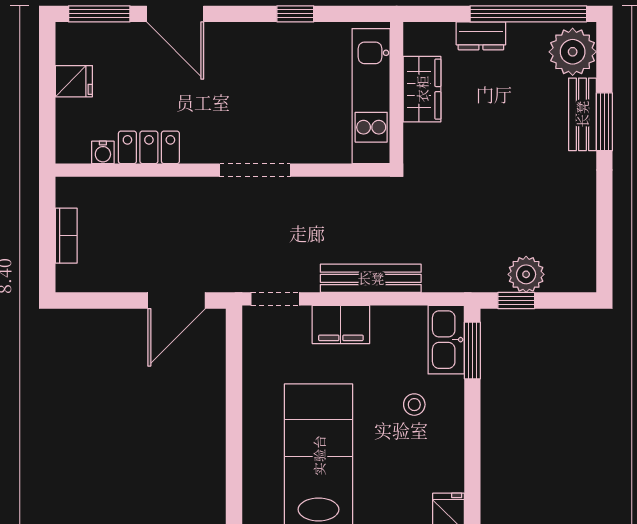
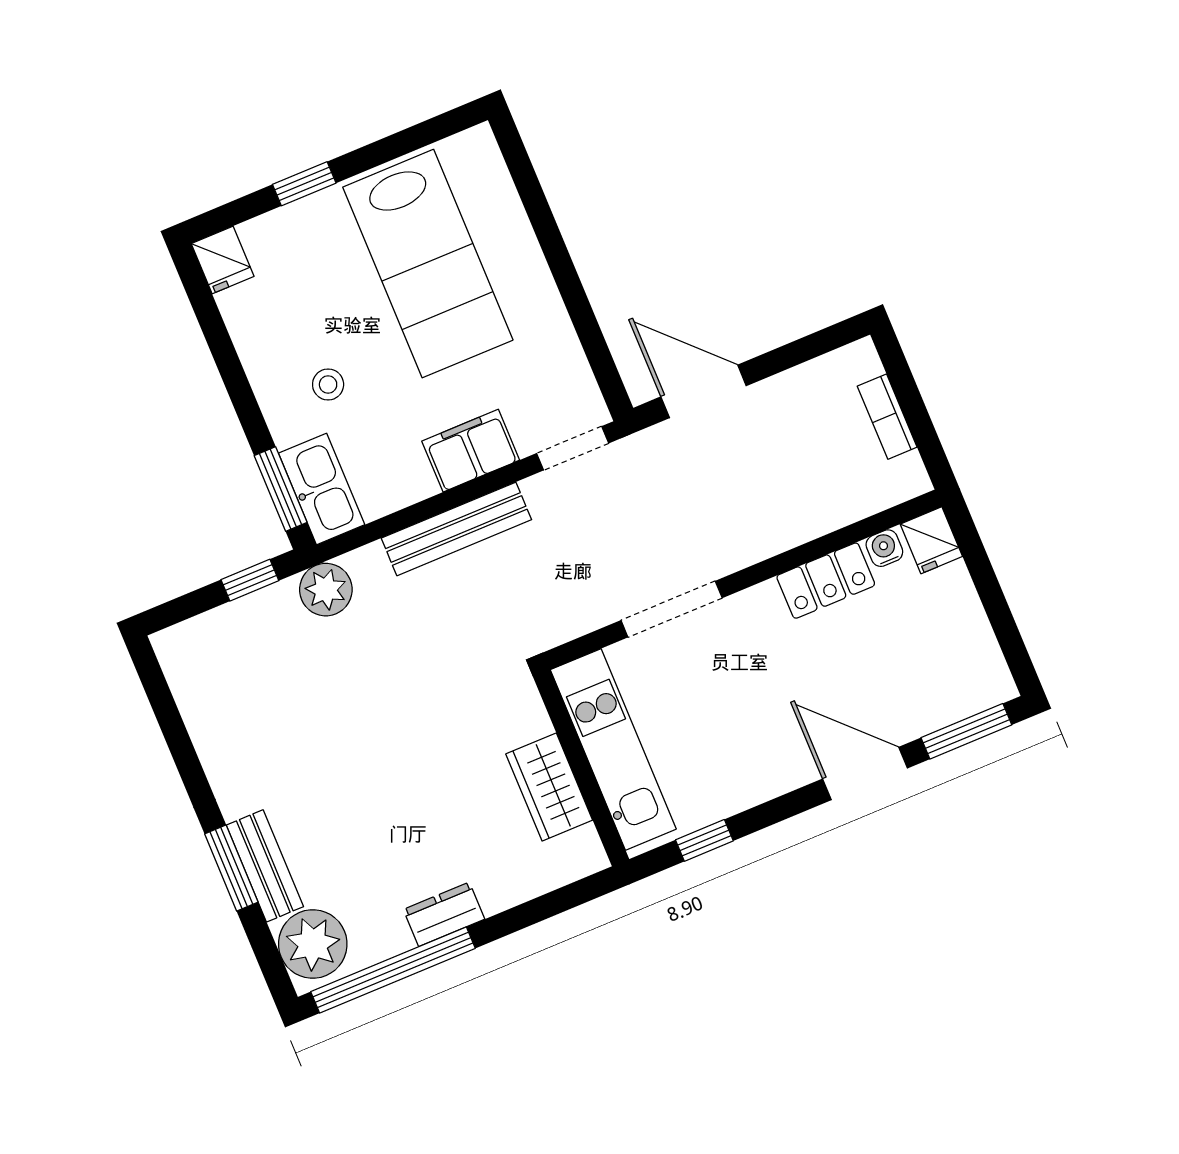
fridge: (74, 81) -> (931, 540), moved, turned -90
wardrobe: (422, 89) -> (549, 787), moved
wall: (397, 93) -> (581, 768), moved
kitchen unit: (371, 96) -> (613, 749), moved
plant: (526, 274) -> (326, 590), moved
door: (177, 301) -> (704, 391), hinge flipped

